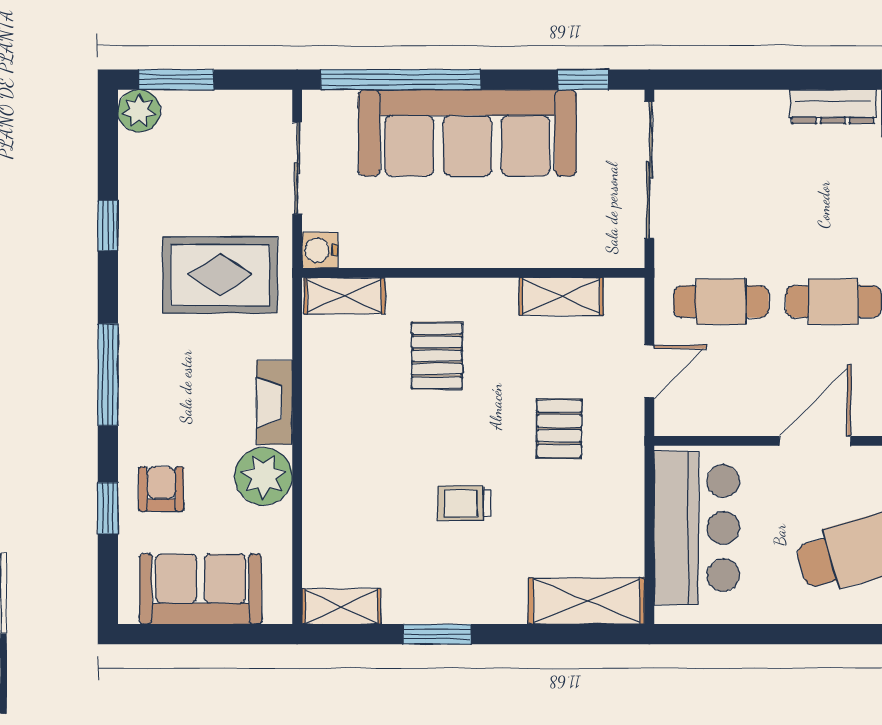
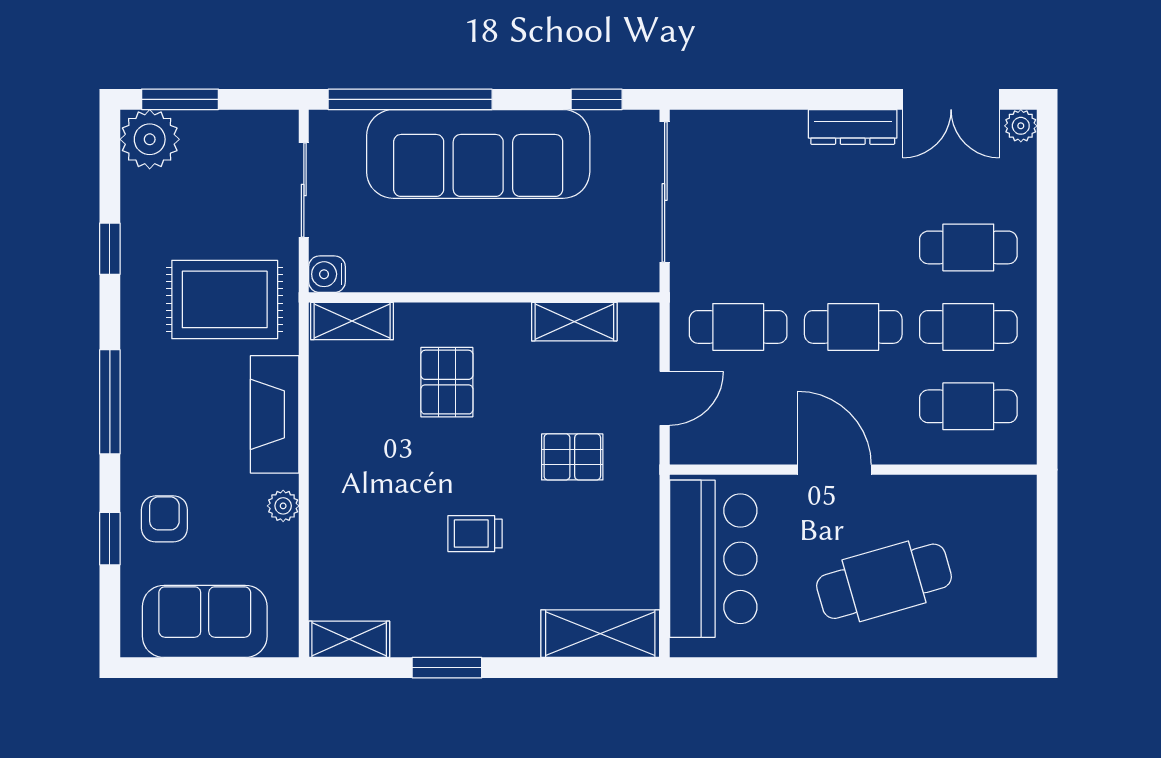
plant: (139, 111) -> (150, 139), width x1.36, depth x1.36
fireplace: (274, 402) -> (275, 414), width x1.37, depth x1.32
pallet: (559, 428) -> (572, 457), turned 90
door: (815, 441) -> (835, 470), hinge flipped
plant: (264, 476) -> (283, 506), width x0.53, depth x0.53

